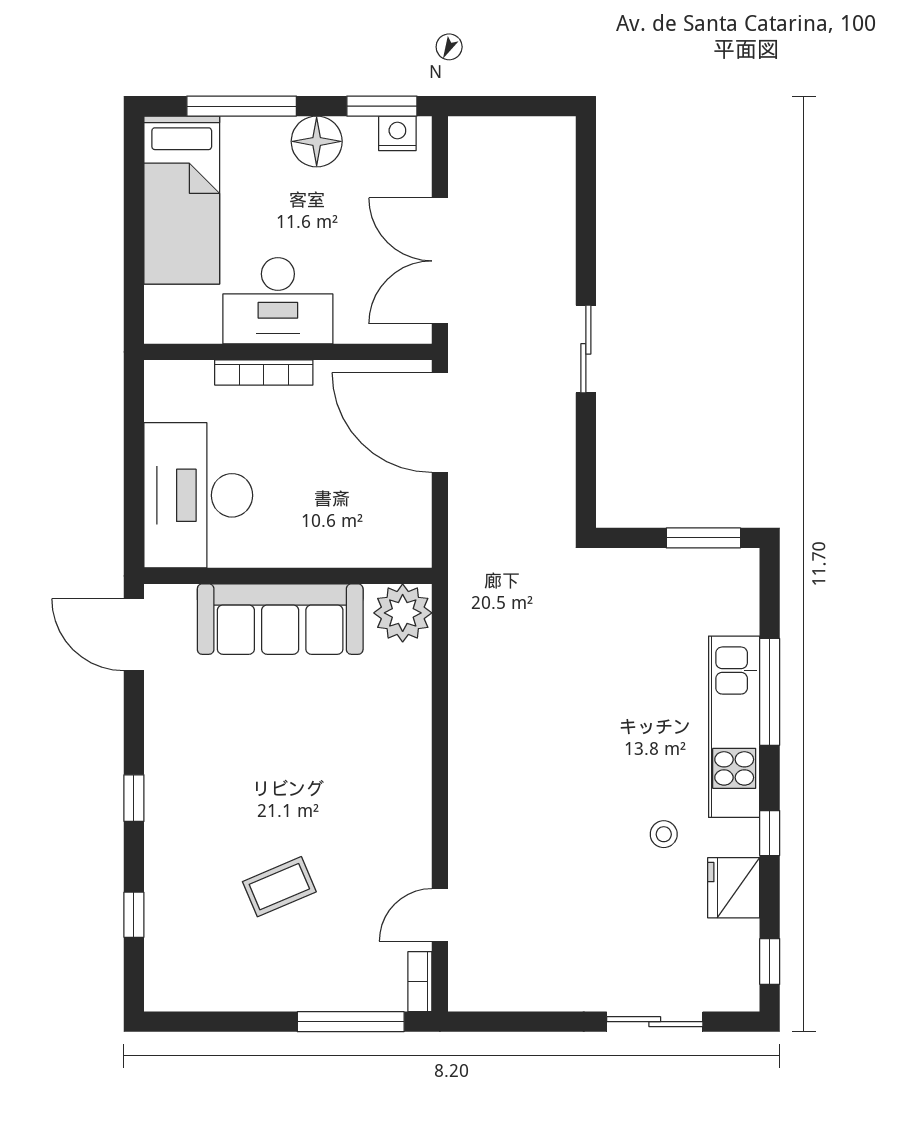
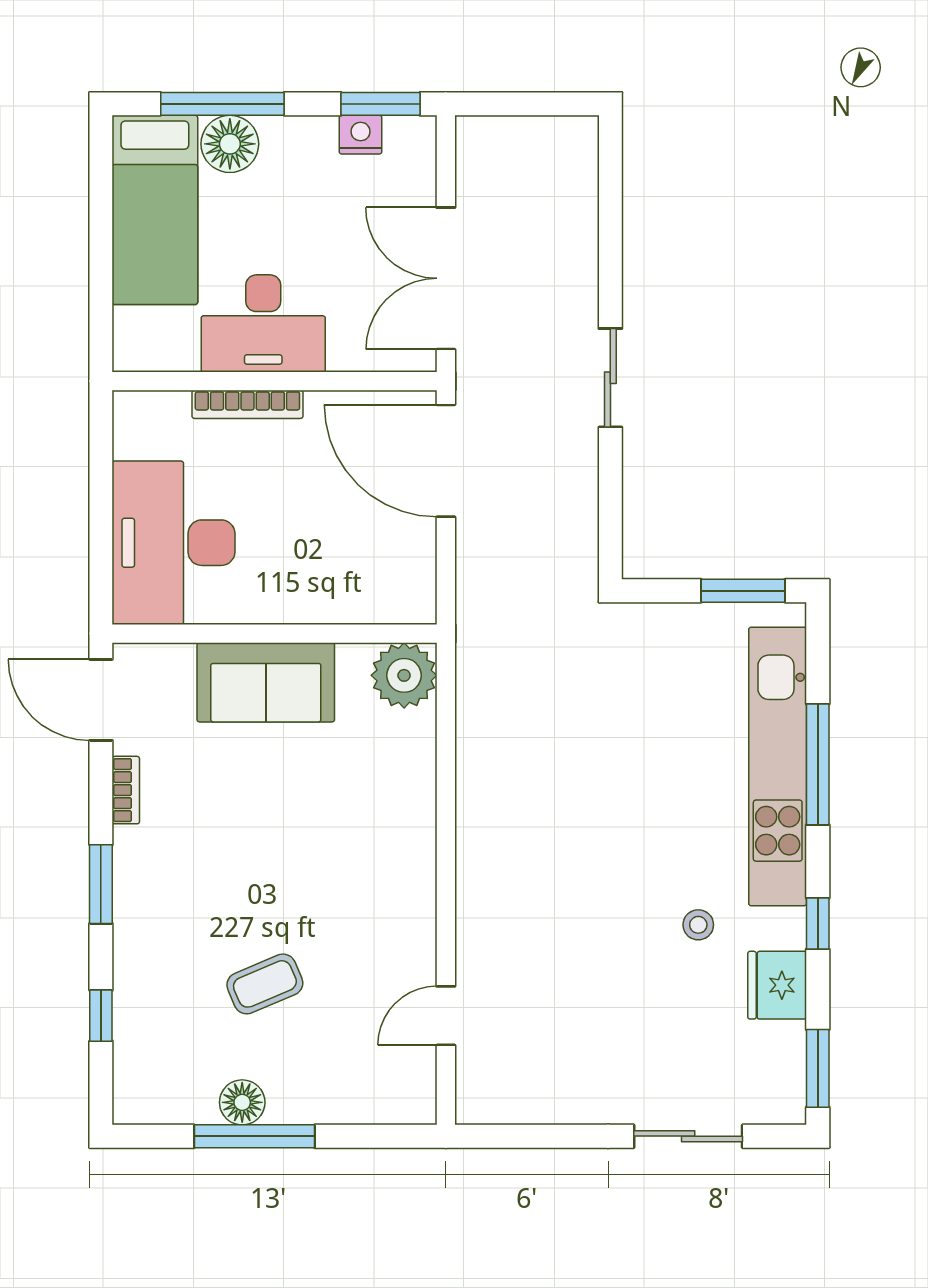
nightstand: (397, 133) -> (361, 135), moved
floor lamp: (317, 141) -> (230, 144), moved
sofa: (280, 619) -> (266, 682), width x0.73
kitchen unit: (734, 727) -> (778, 766), width x1.36
window: (134, 798) -> (101, 884), width x1.50
window: (770, 961) -> (818, 1068), width x1.50
bookcase: (420, 982) -> (126, 790), moved, turned 180
floor lamp: (259, 992) -> (242, 1102), added
window: (351, 1022) -> (254, 1136), moved

